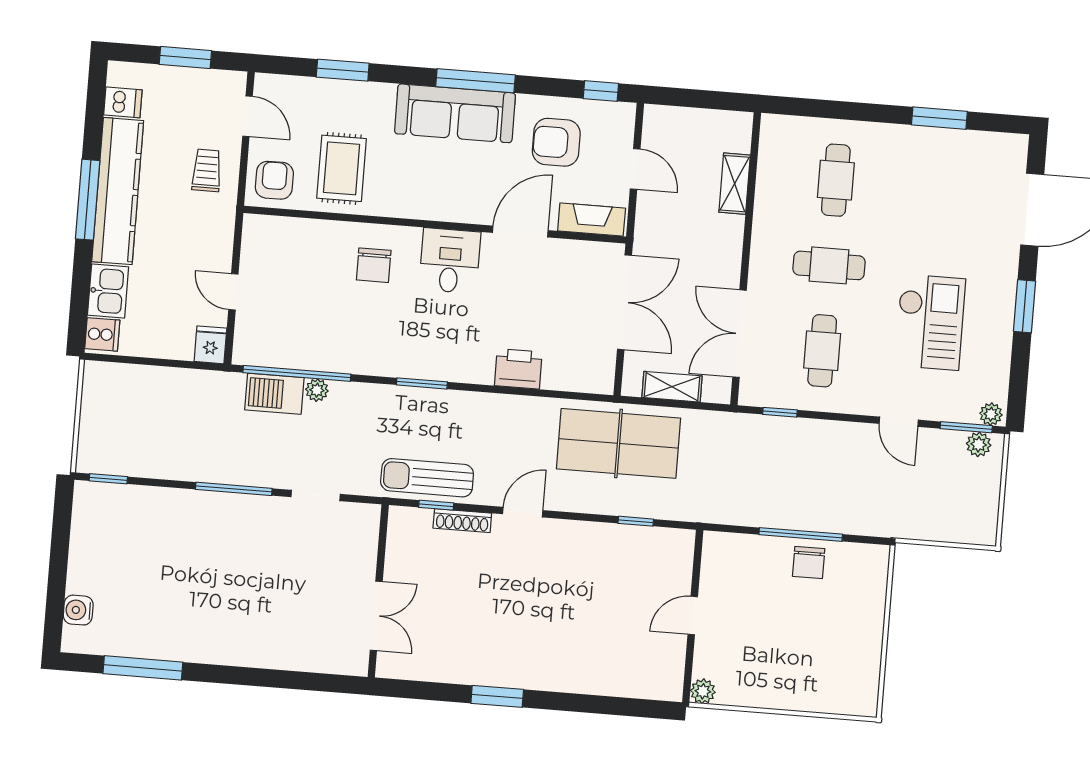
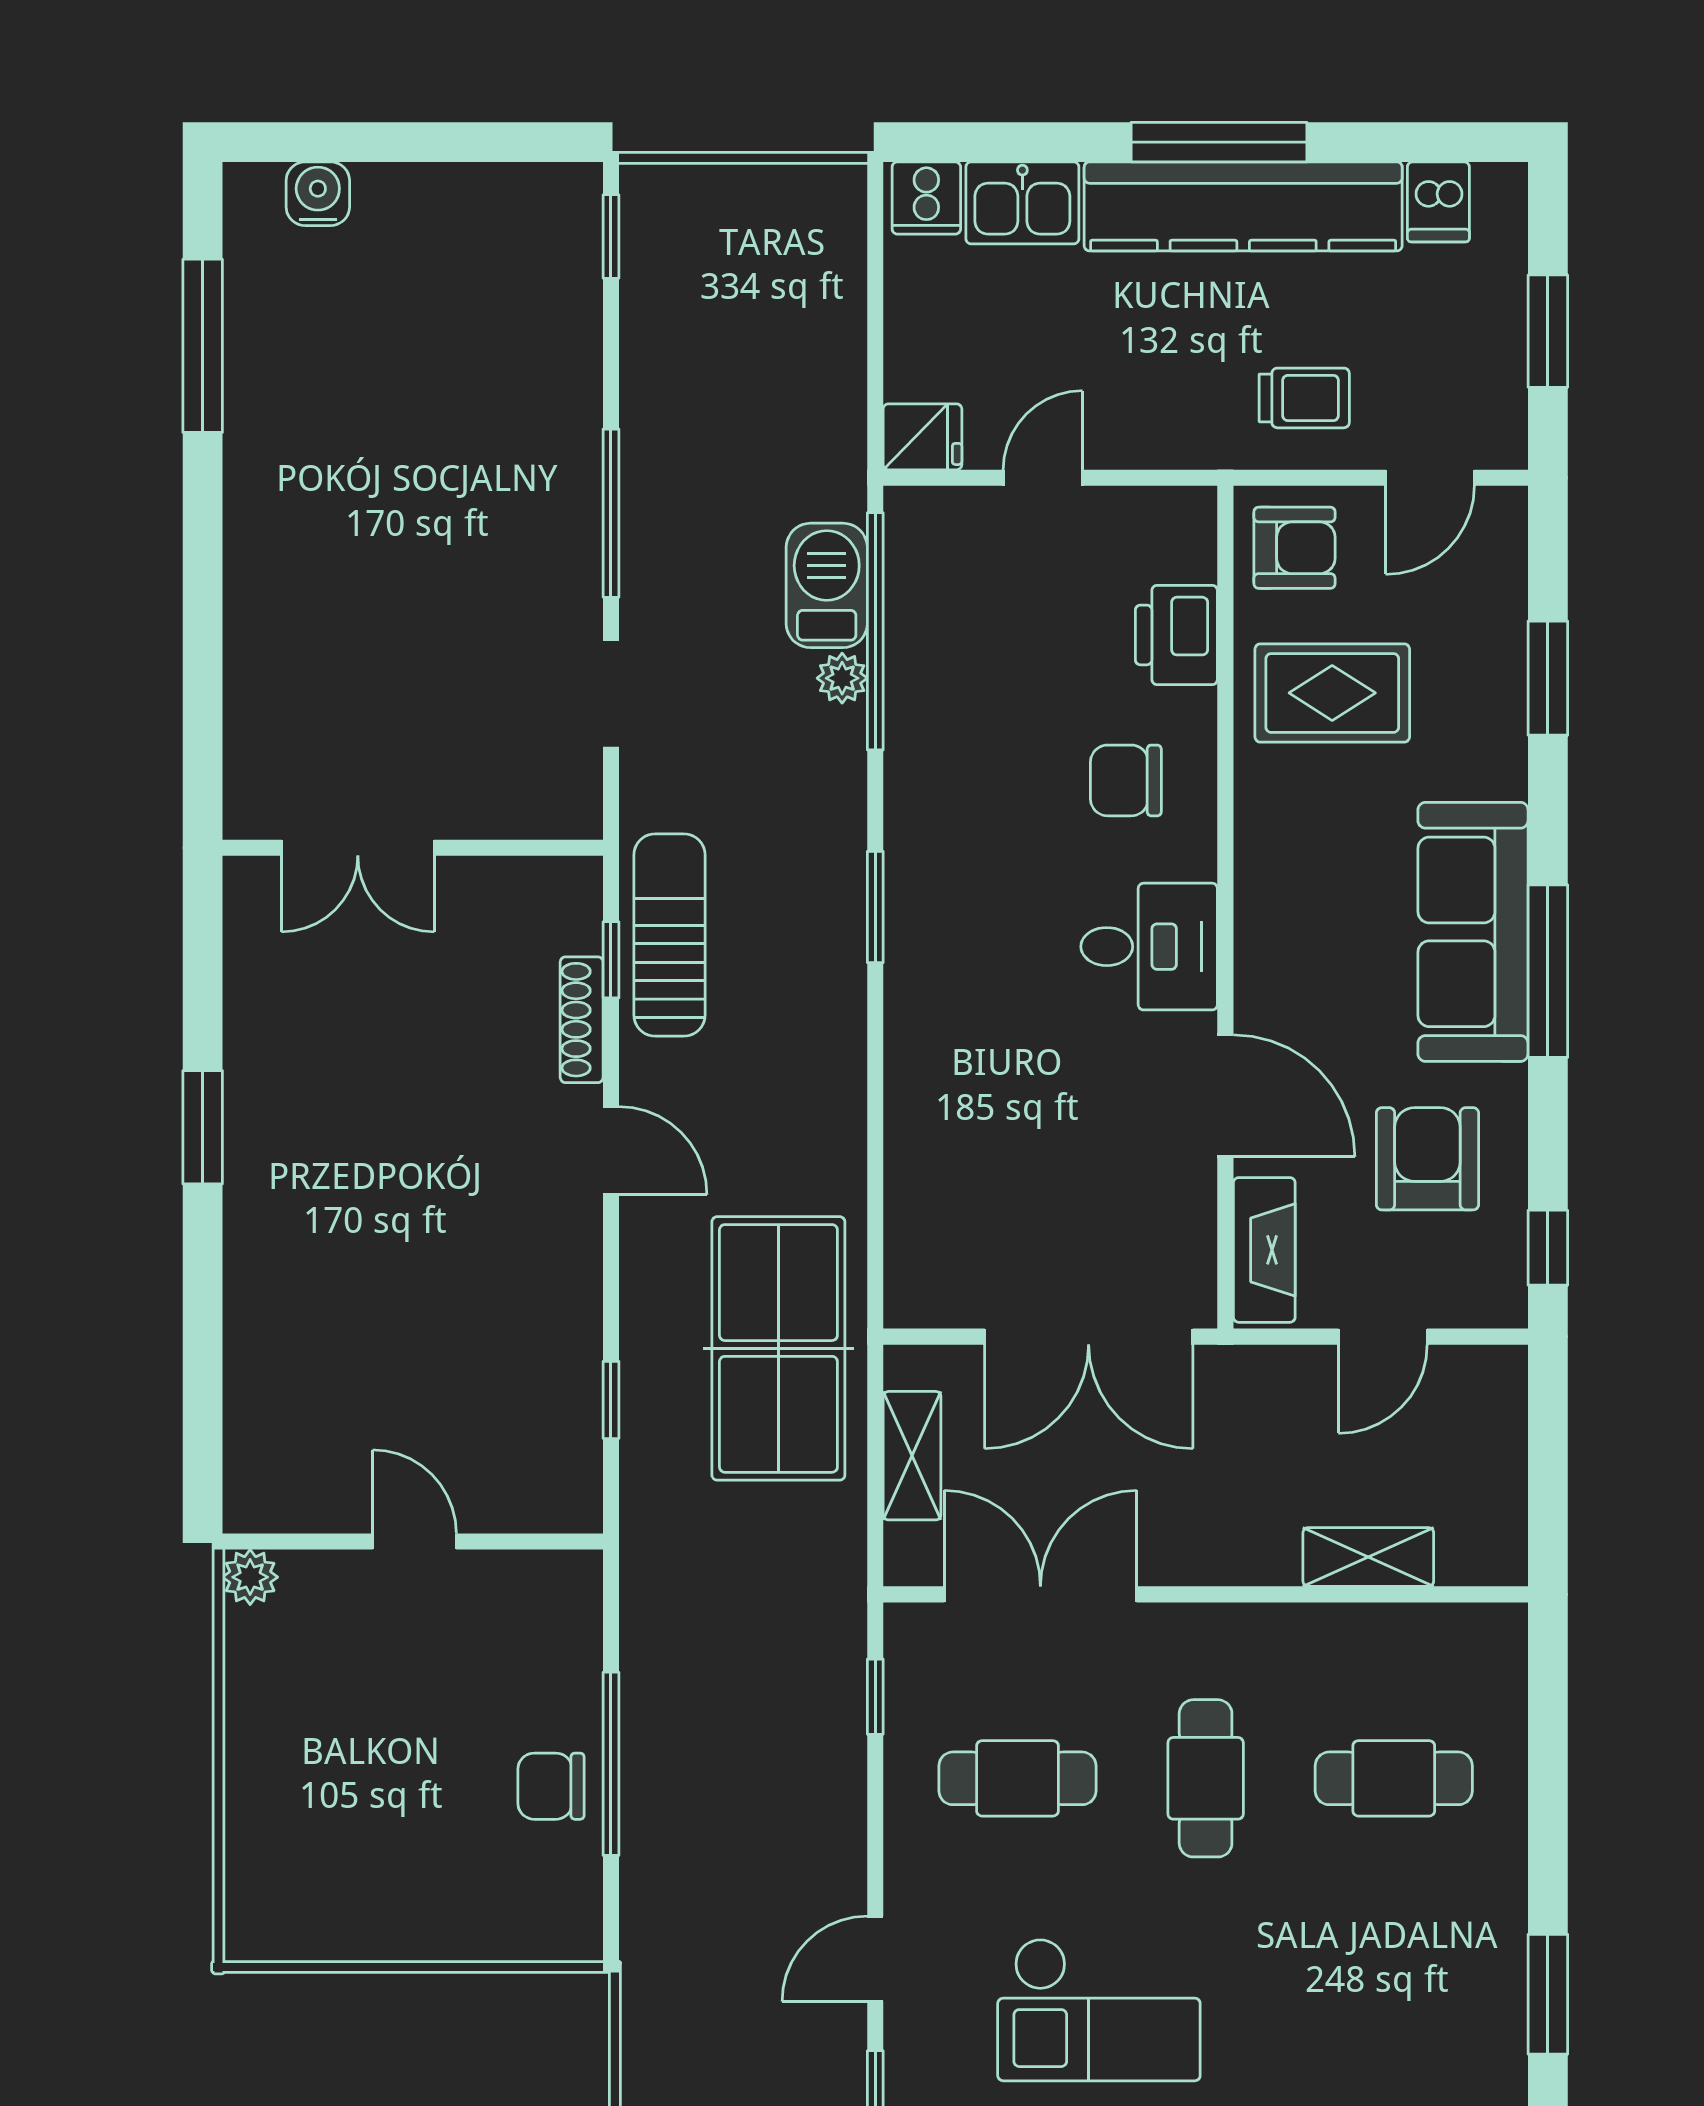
printer: (518, 369) -> (1176, 635), moved, turned 180

